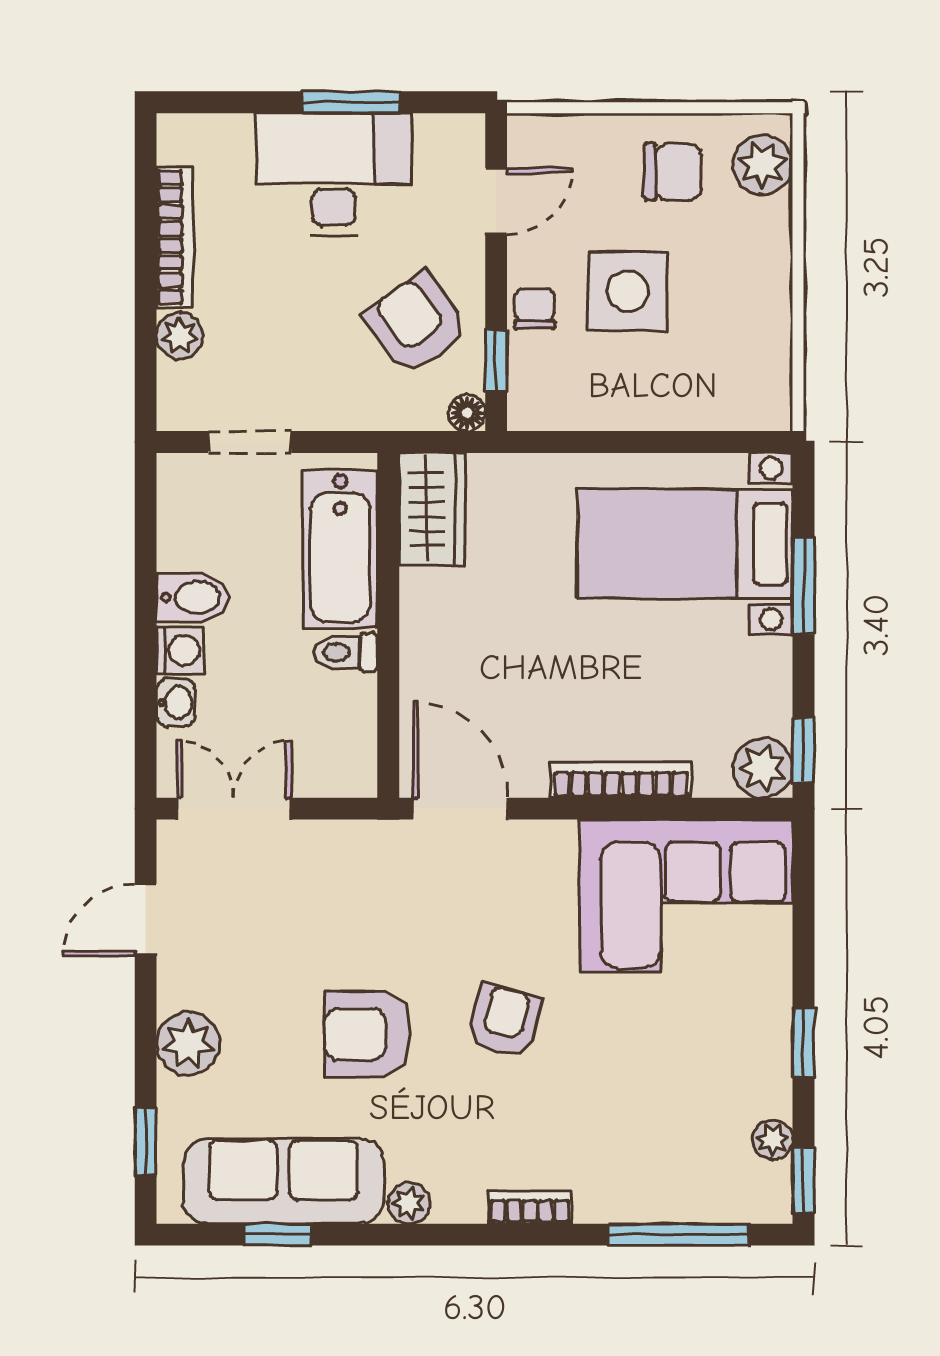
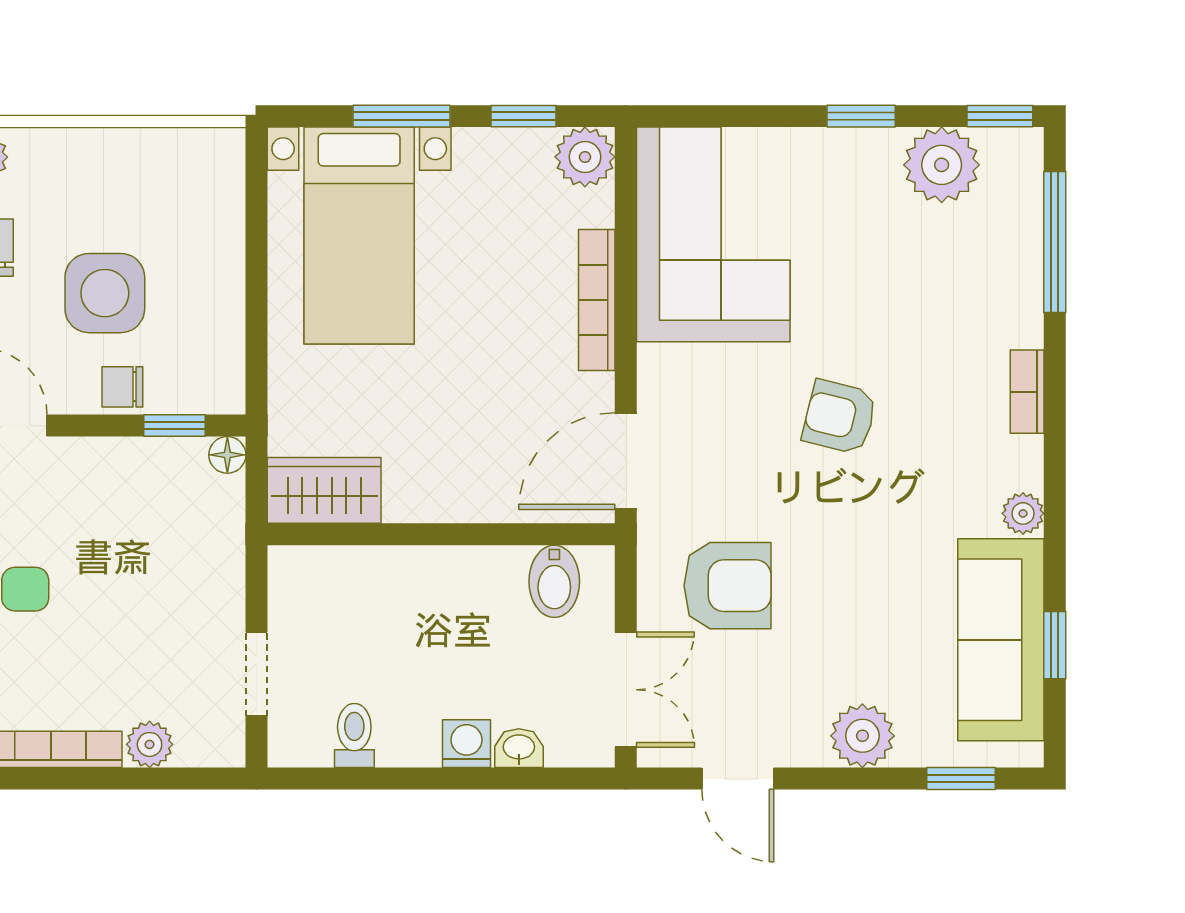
armchair: (416, 324) -> (137, 506), removed
bathtub: (340, 549) -> (365, 583), removed
bidet: (192, 597) -> (554, 581), moved, turned 180
toilet: (346, 652) -> (354, 735), moved, turned 180
window: (803, 750) -> (523, 116), moved
double door: (234, 809) -> (626, 690), swing flipped
armchair: (367, 1034) -> (727, 586), moved, turned -90
plant: (773, 1140) -> (942, 165), width x1.87, depth x1.87

